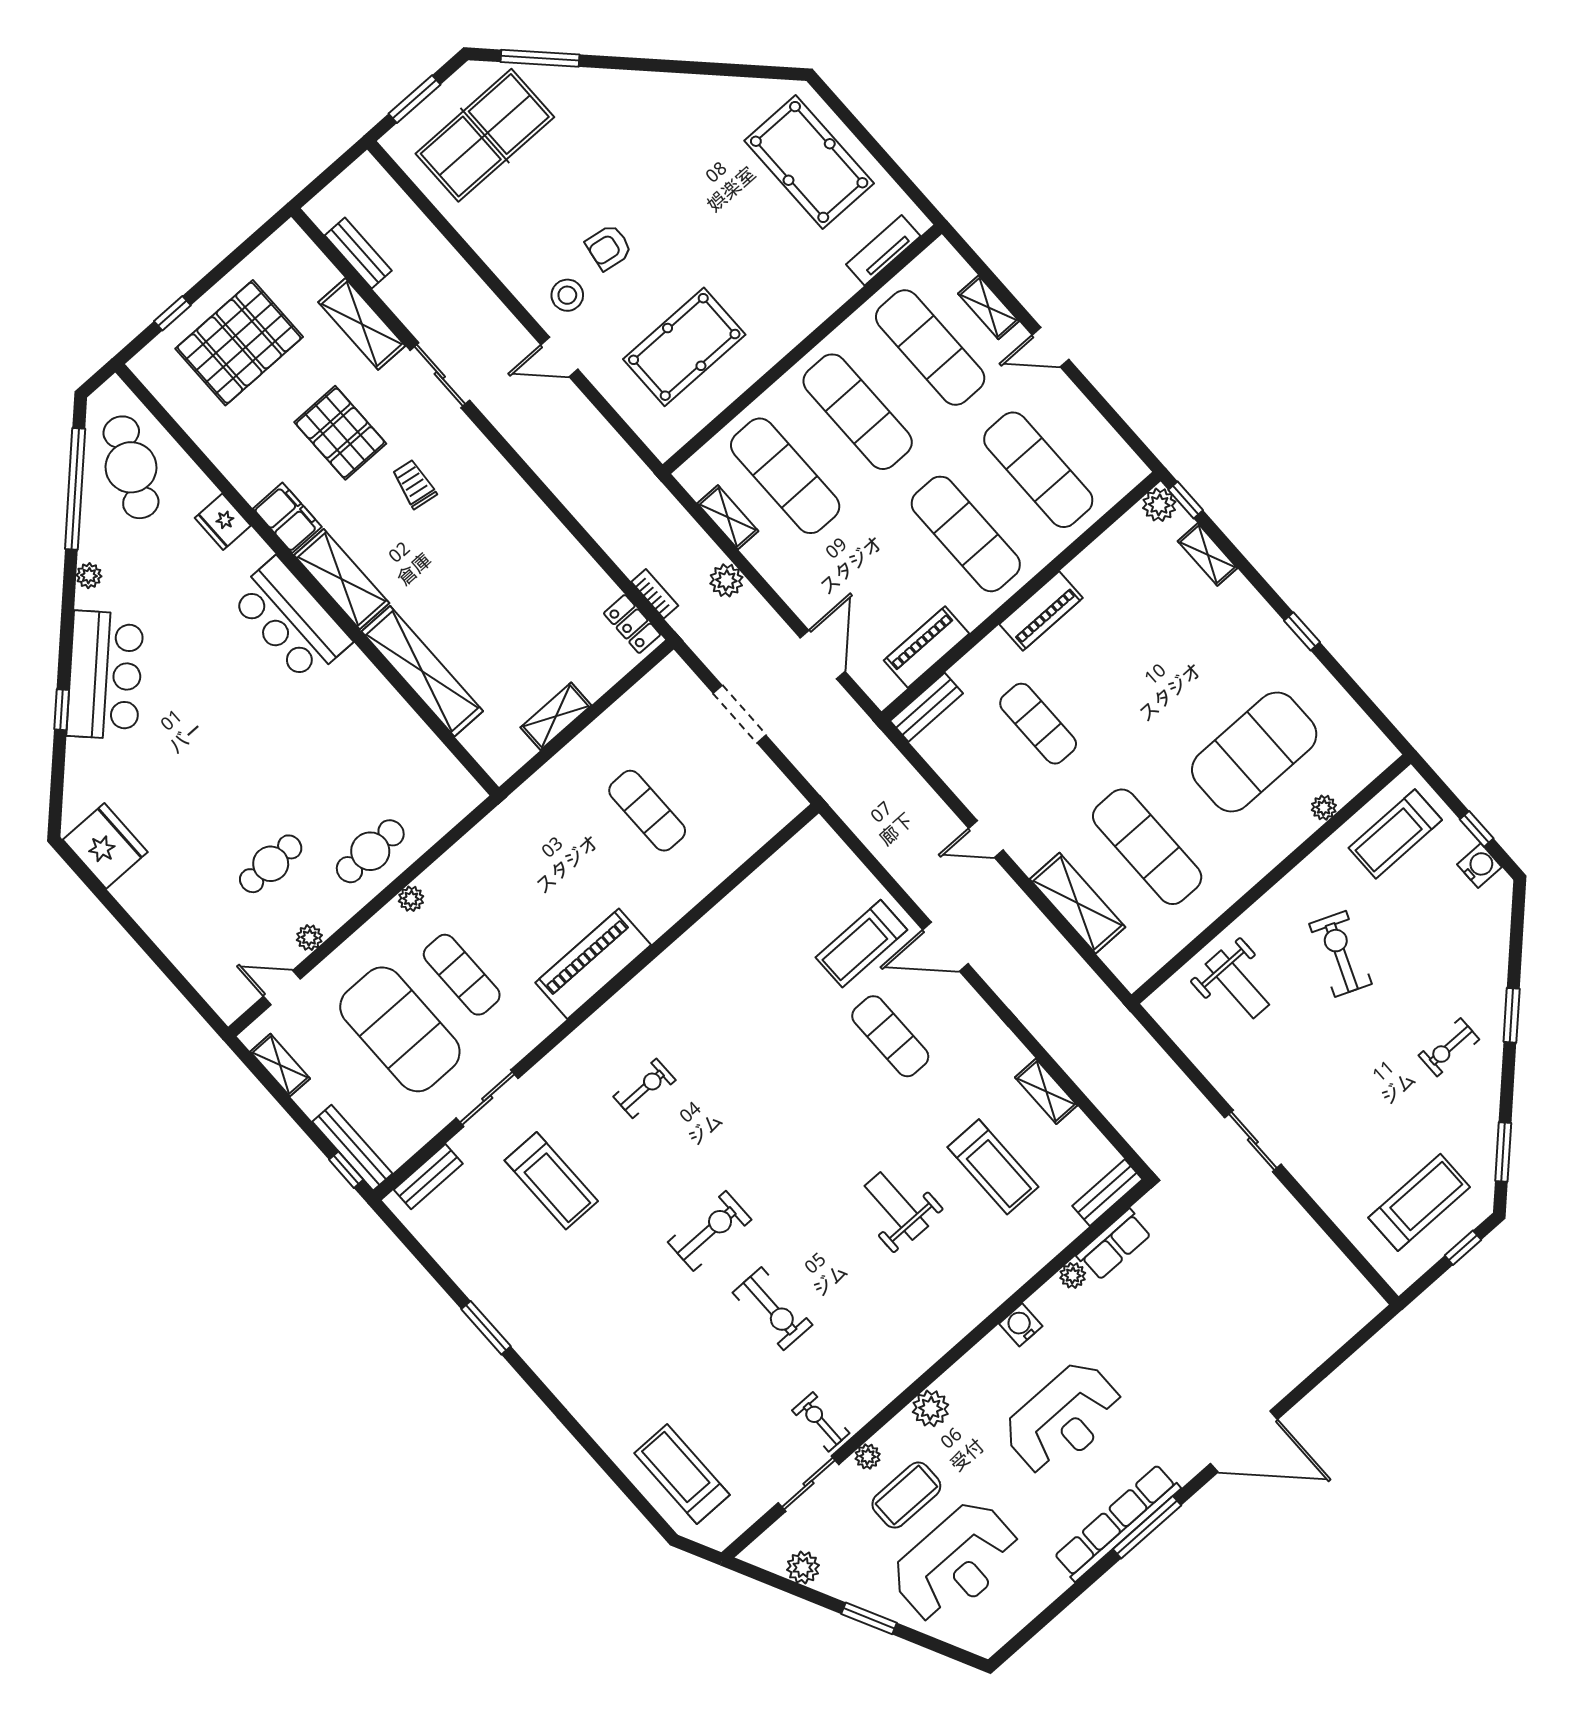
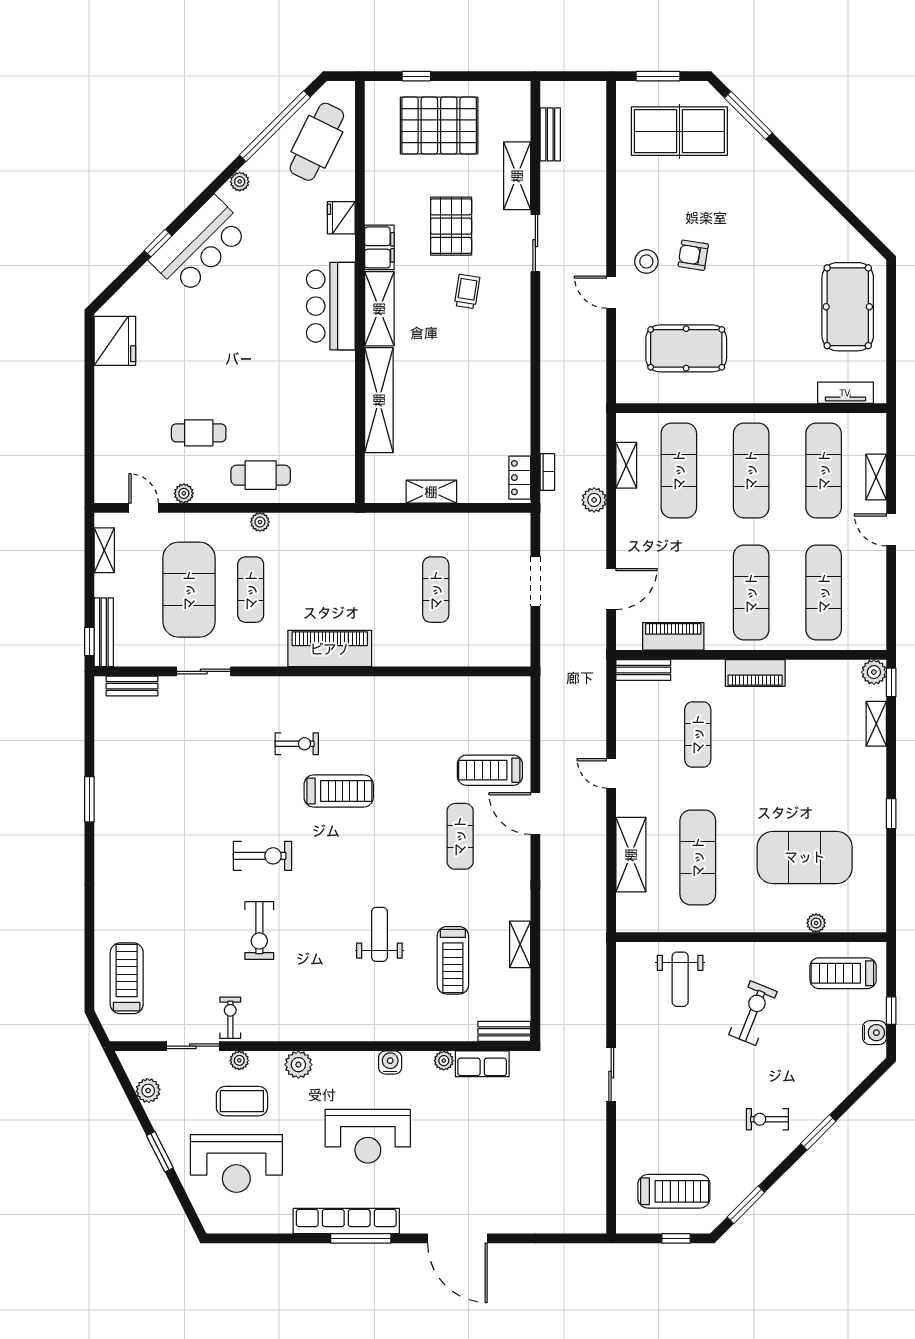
treadmill: (551, 1181) -> (339, 791), moved, turned -90

